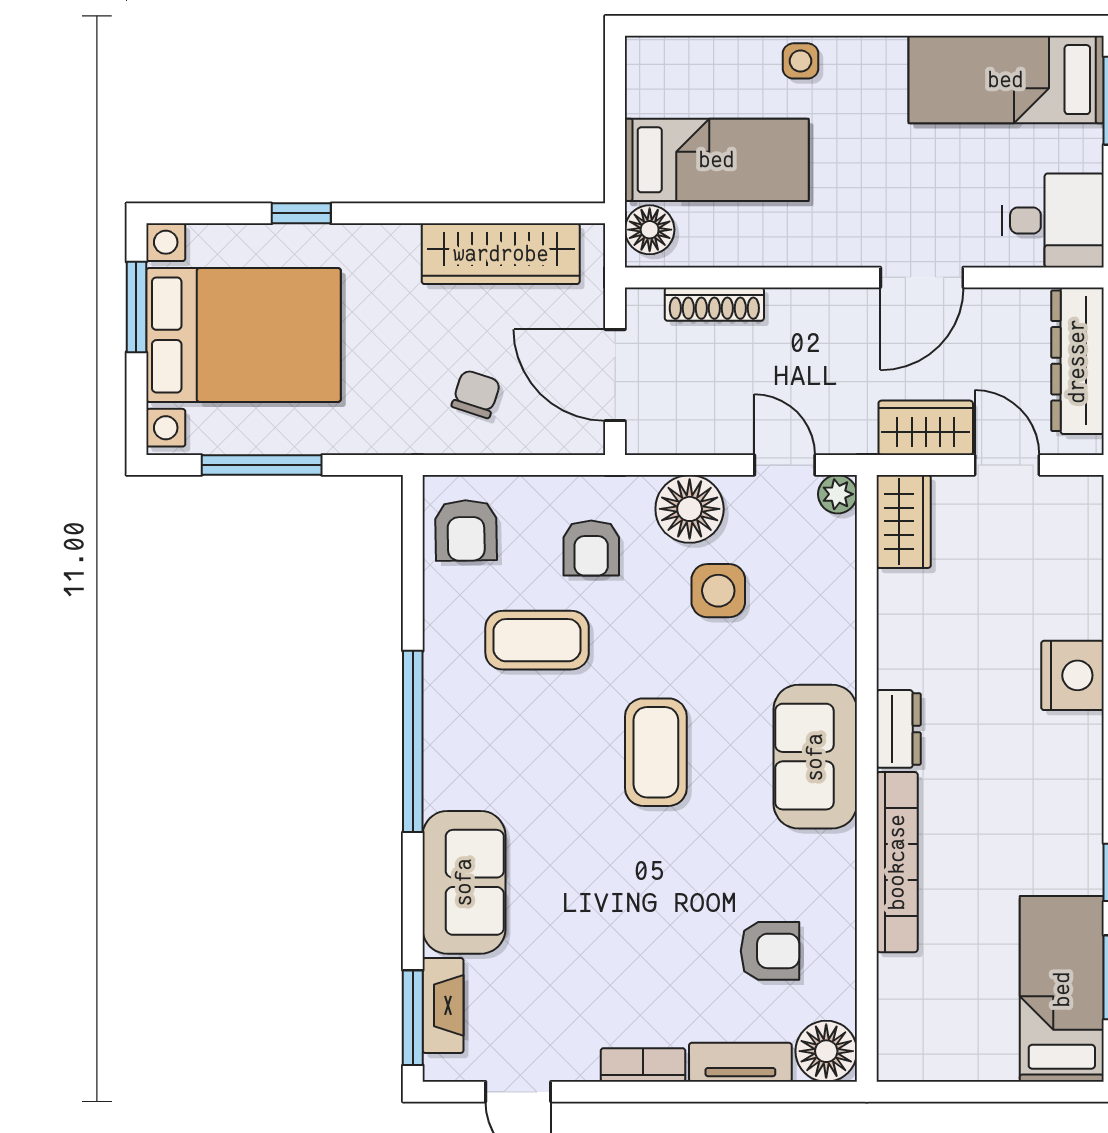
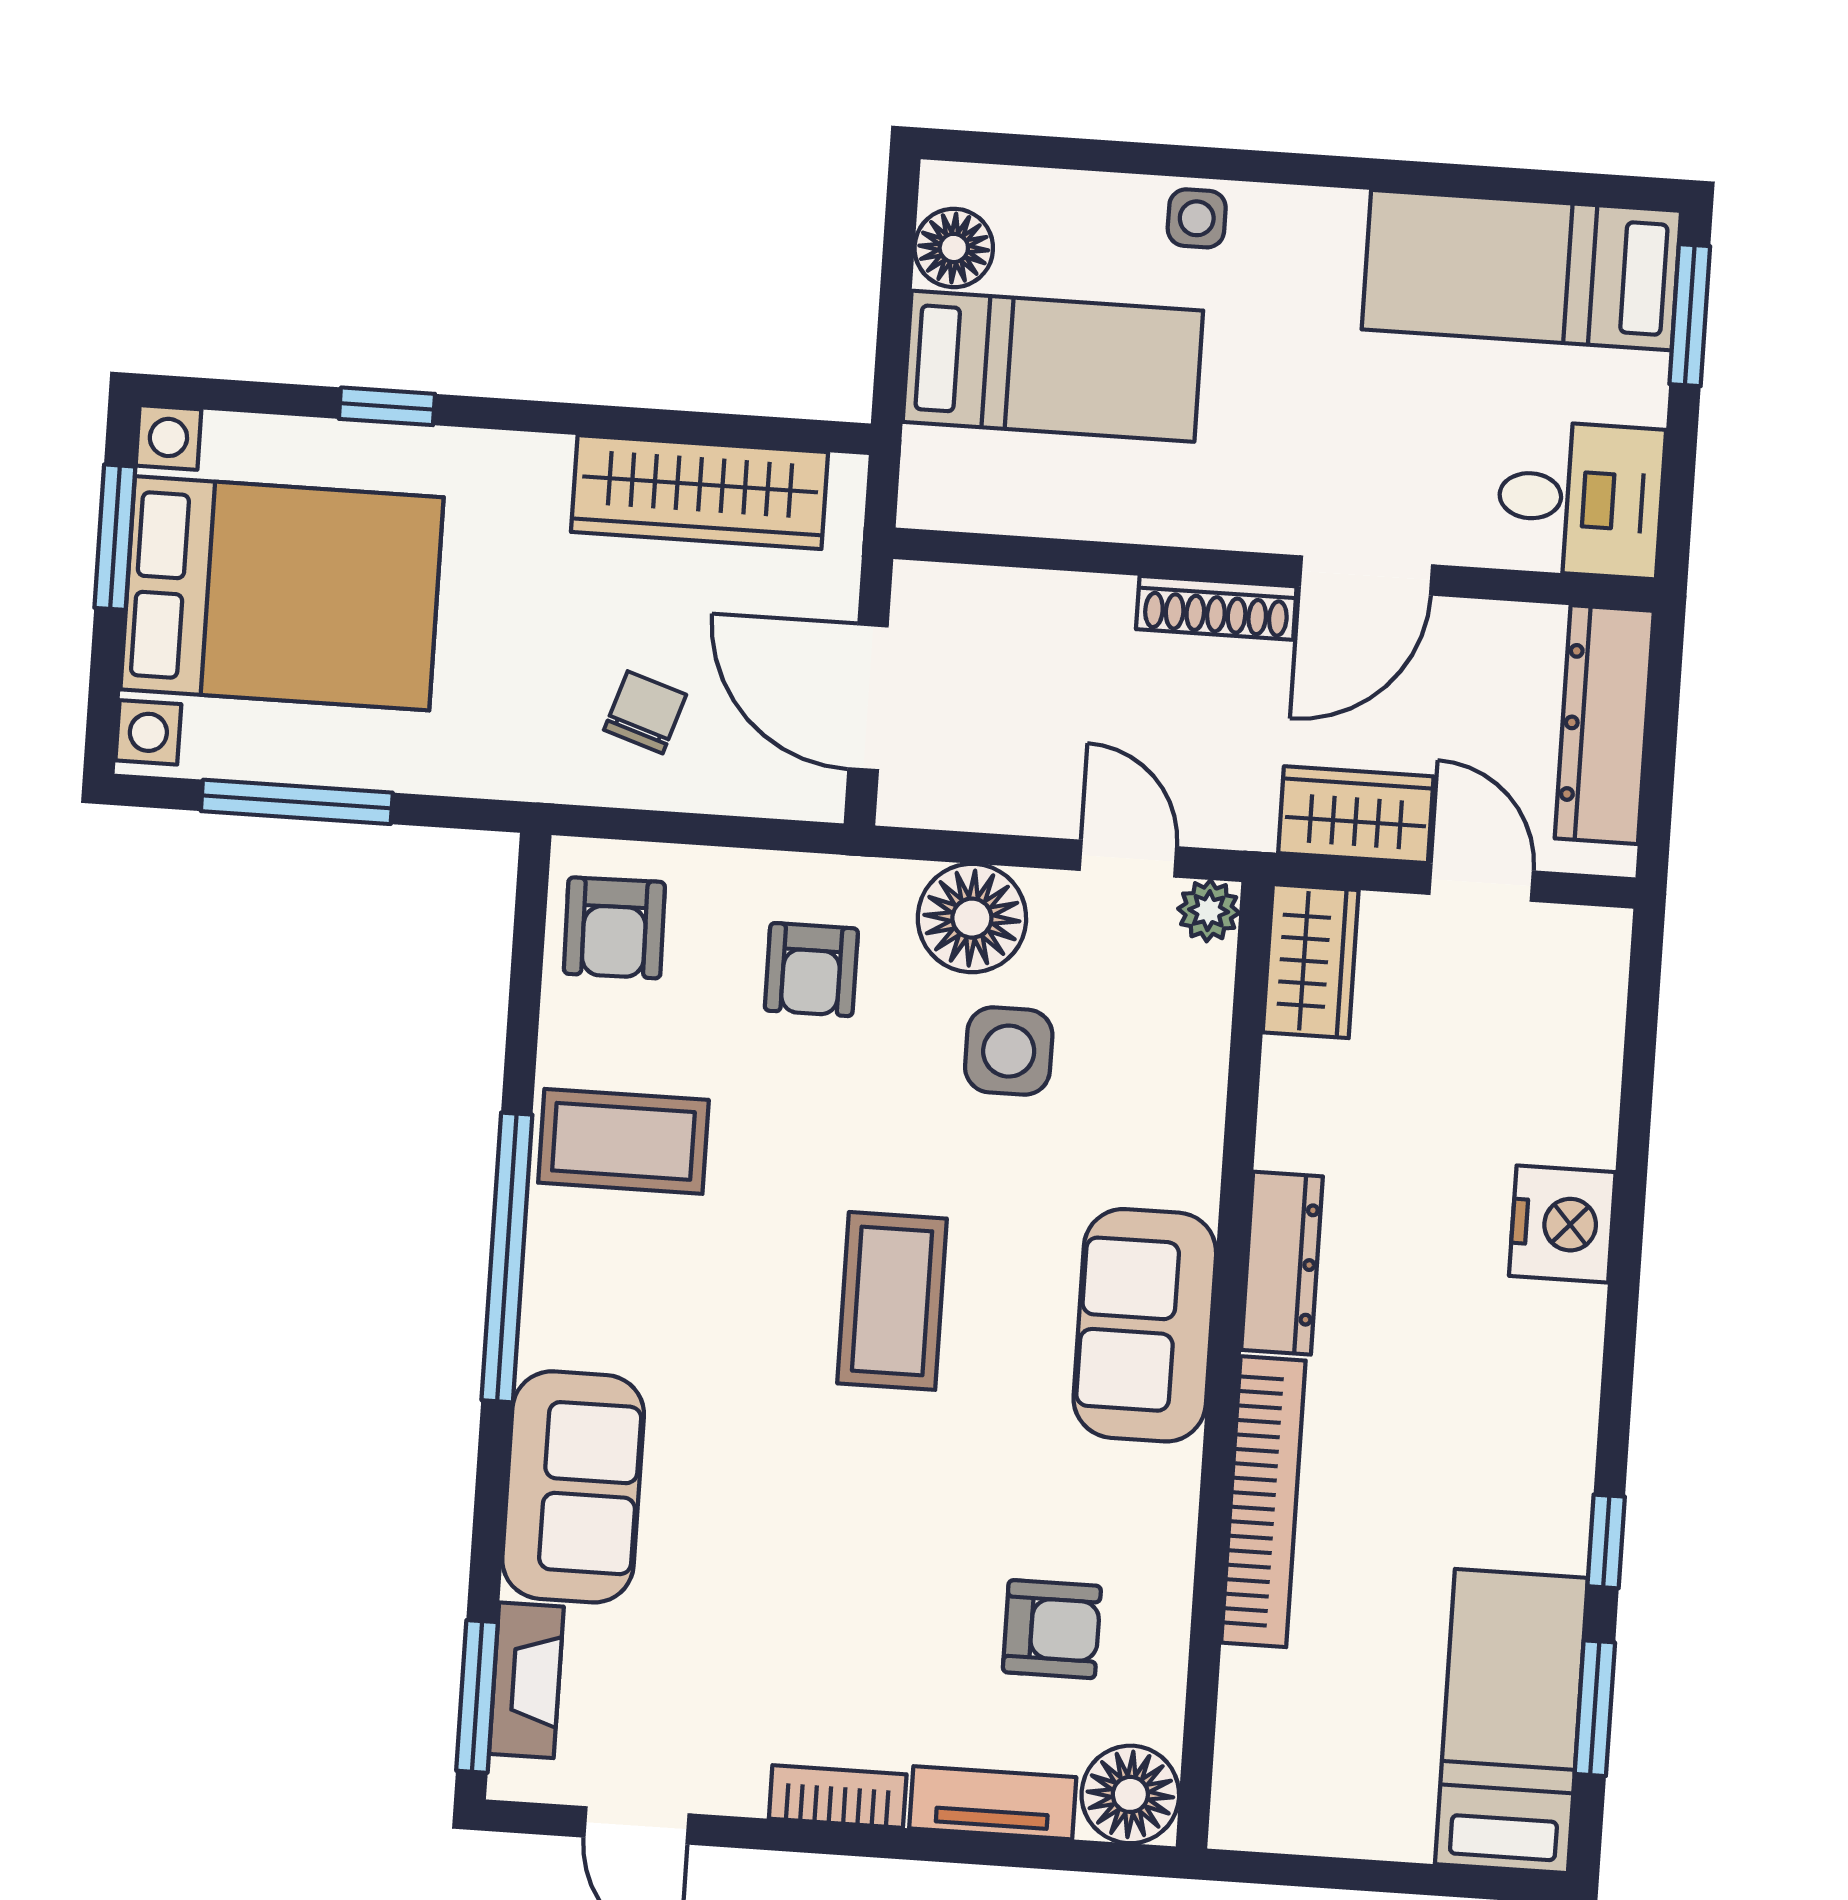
floor lamp: (650, 230) -> (954, 248), moved
shoe rack: (714, 304) -> (1216, 608), moved
coffee table: (537, 640) -> (623, 1141), moved
dresser: (899, 729) -> (1282, 1263), width x1.44

